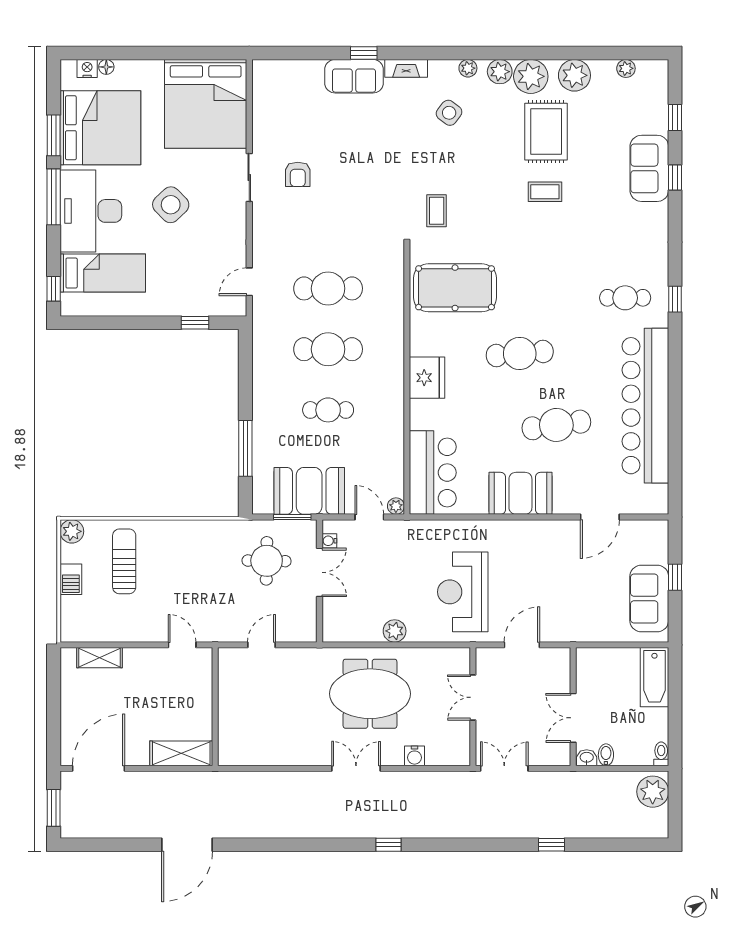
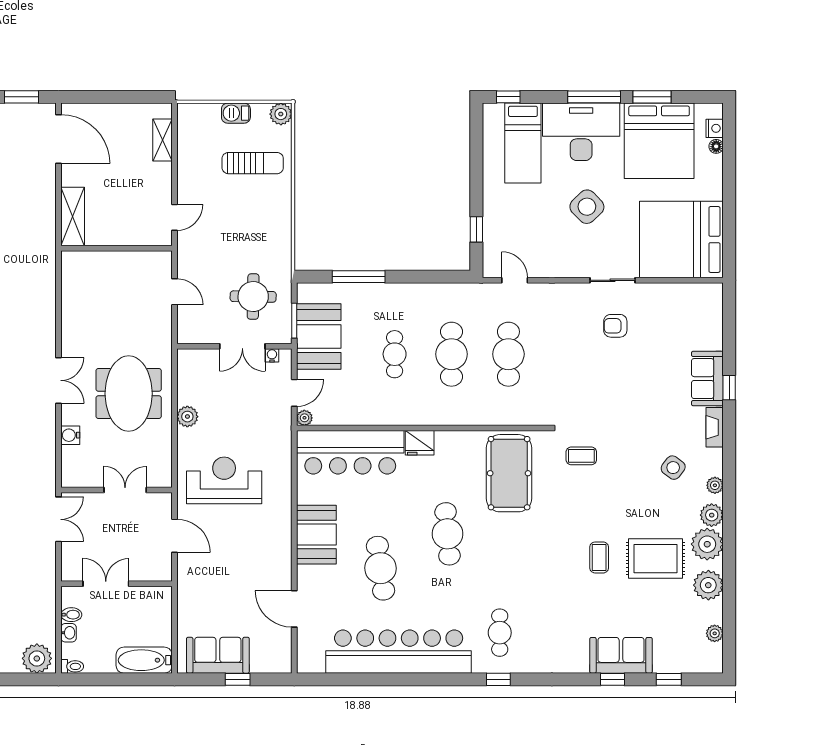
fridge: (427, 378) -> (420, 443), width x0.73, depth x0.75
bar counter: (433, 473) -> (350, 452), width x1.36
washbasin: (587, 758) -> (69, 633), moved

